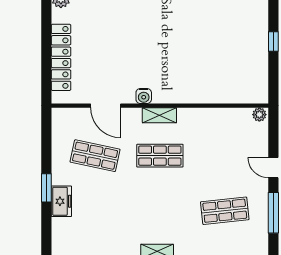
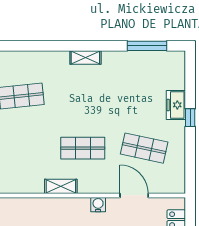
shelving: (159, 115) -> (61, 186), moved
window: (46, 188) -> (190, 118), width x0.67

